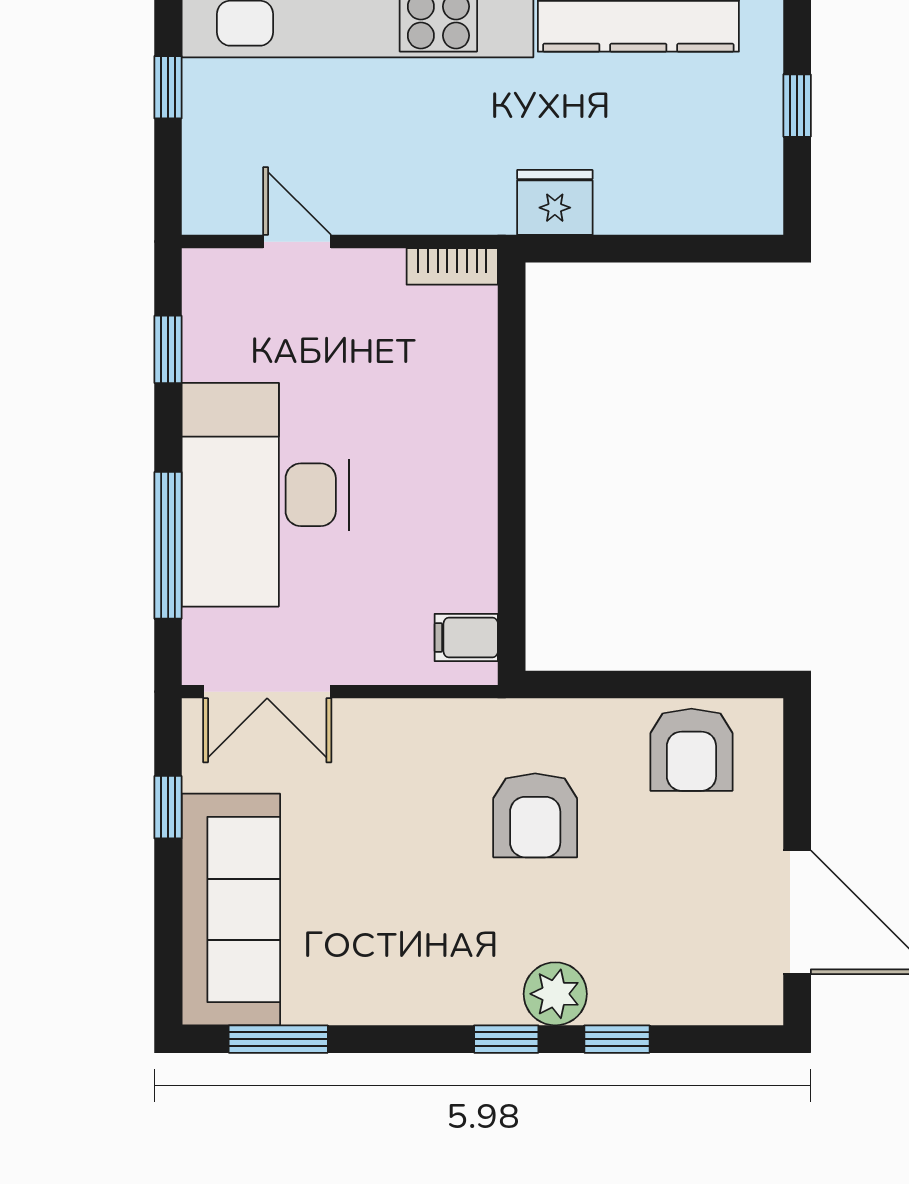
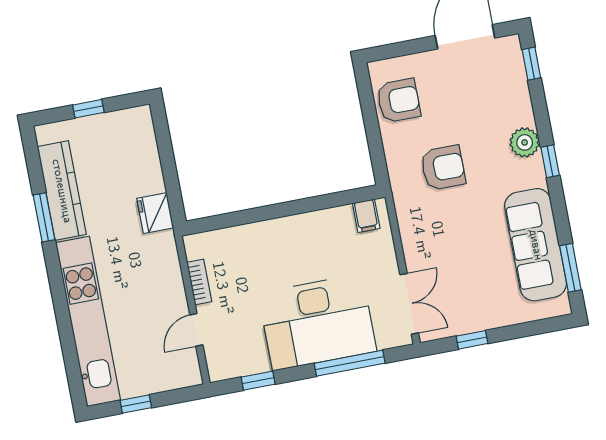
bookcase: (452, 266) -> (199, 282), moved
sofa: (231, 910) -> (536, 245), moved, turned -90
window: (617, 1039) -> (531, 64), moved

